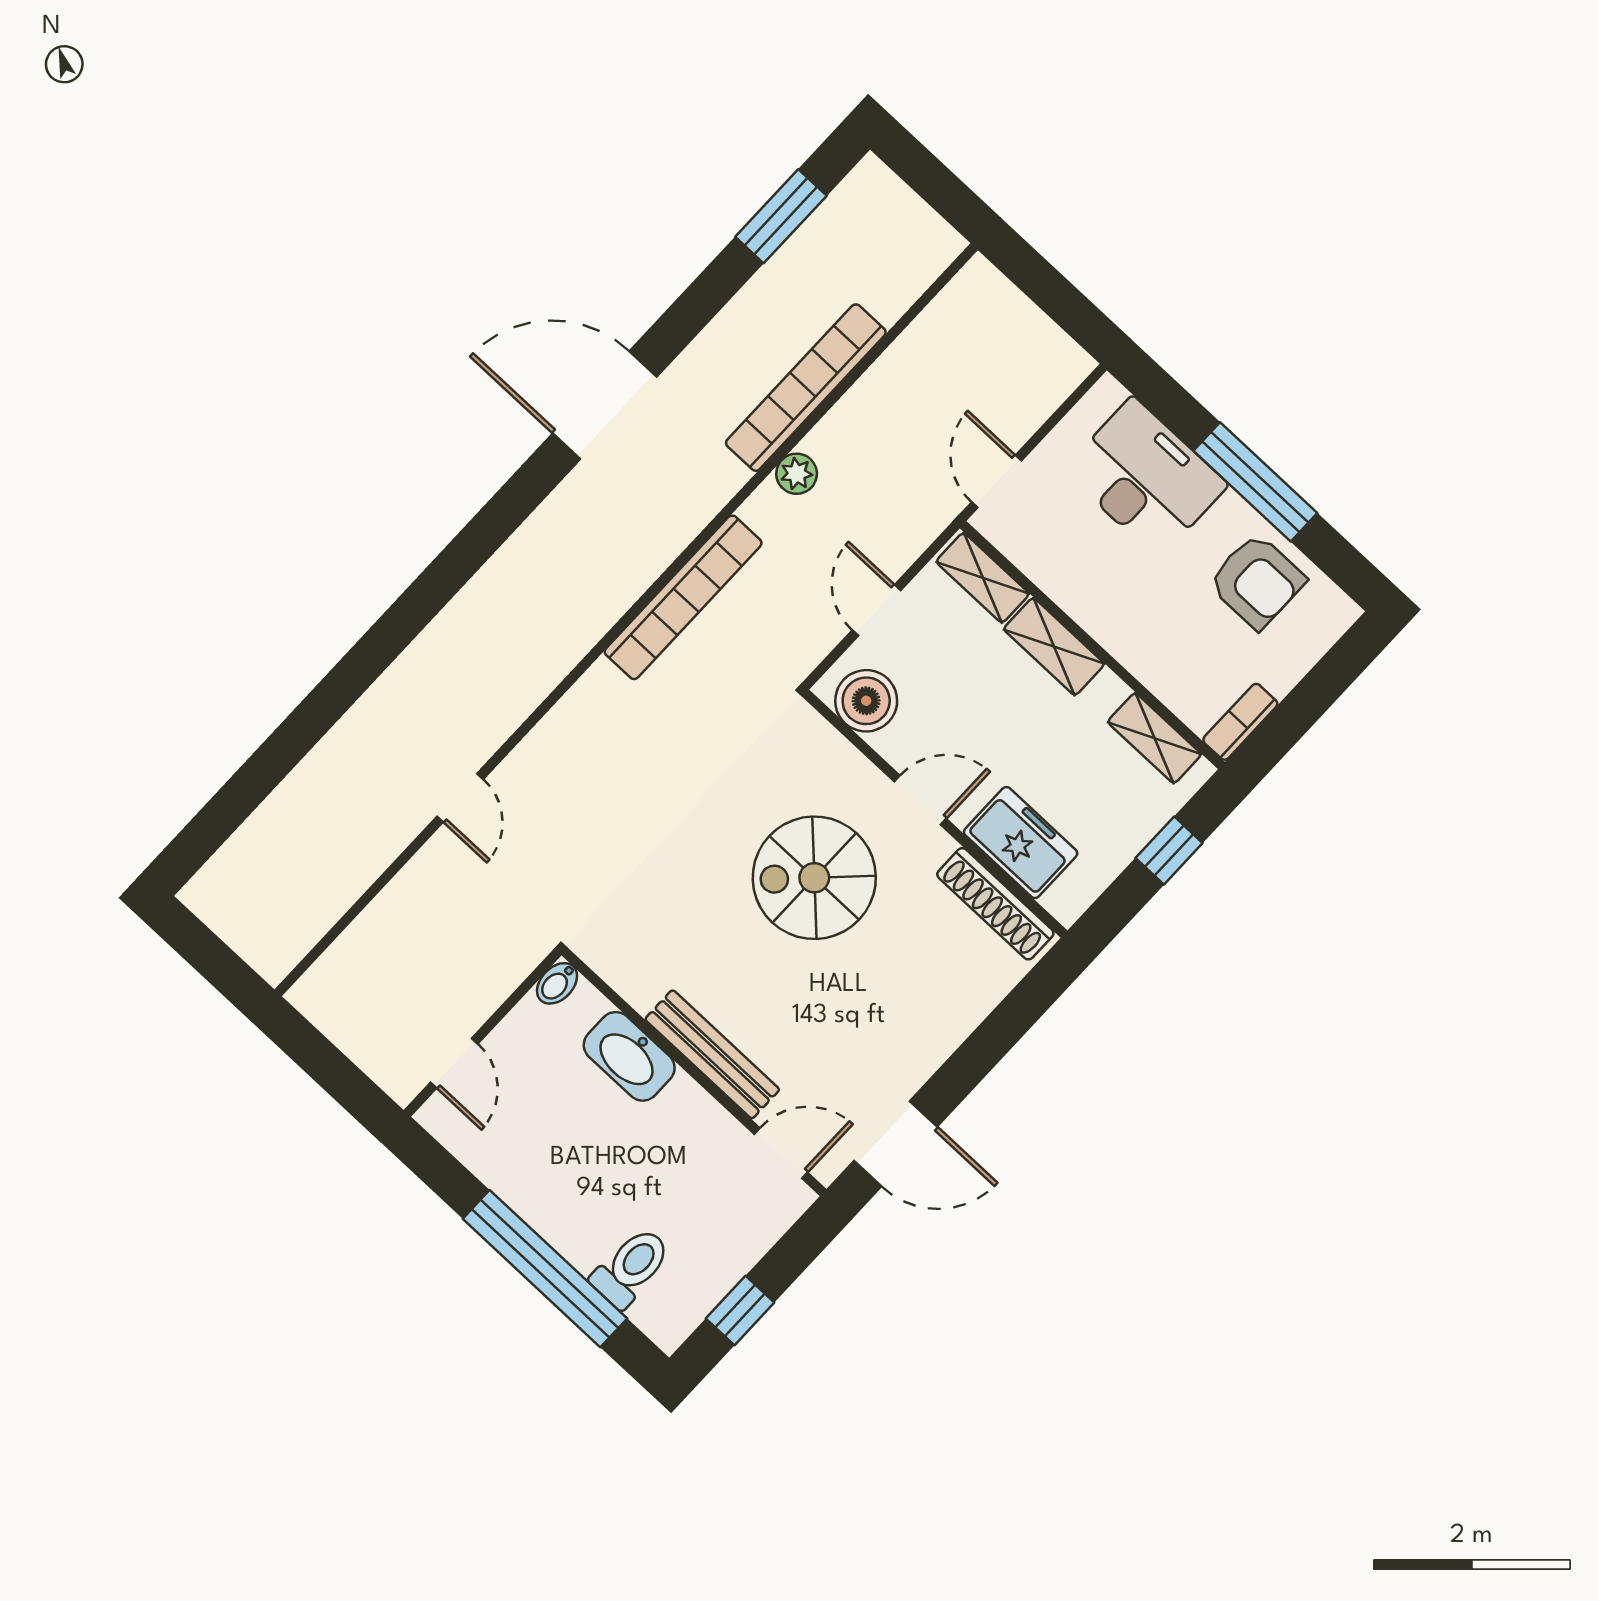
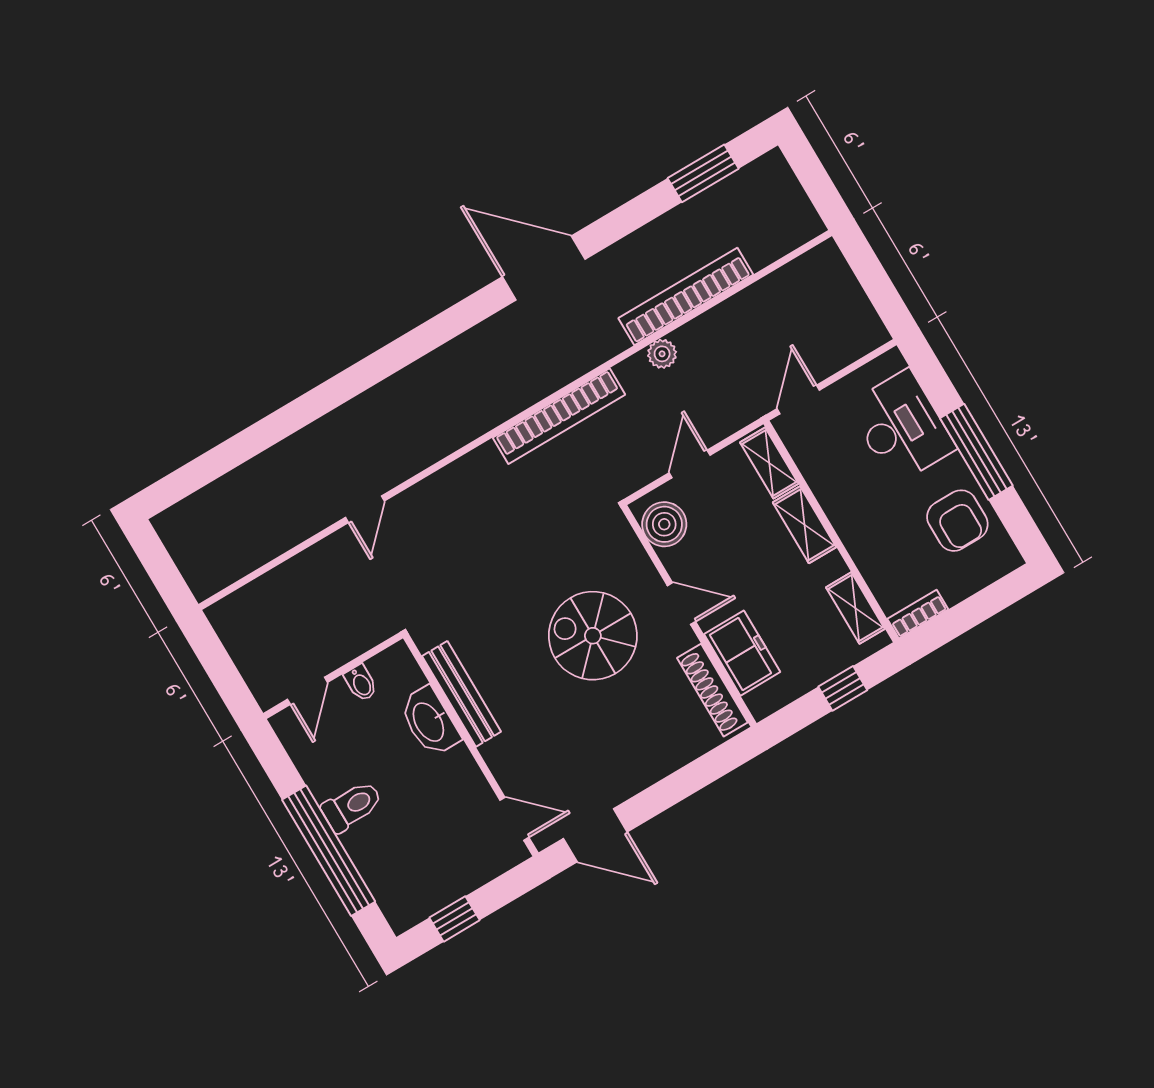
bidet: (557, 983) -> (361, 683), moved, turned -90
bench: (712, 1054) -> (462, 694), moved
toilet: (631, 1267) -> (352, 806), moved

